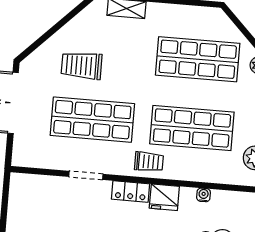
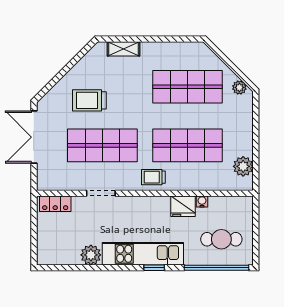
trolley: (149, 162) -> (153, 177), turned 180
locker: (131, 192) -> (55, 204), moved
fridge: (164, 197) -> (183, 206), moved

